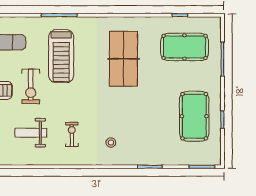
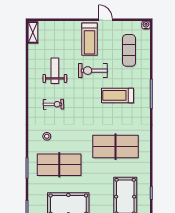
treadmill: (61, 56) -> (118, 95), width x0.73, depth x0.73
table tennis table: (146, 127) -> (59, 165), added

